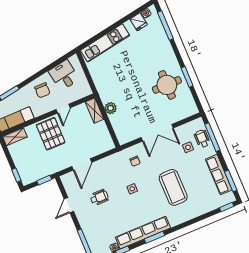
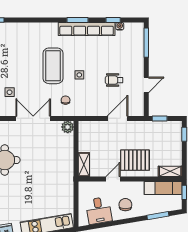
plant: (111, 108) -> (68, 127), moved
pallet: (51, 134) -> (135, 160), turned 90
coffee table: (173, 187) -> (53, 66), moved

